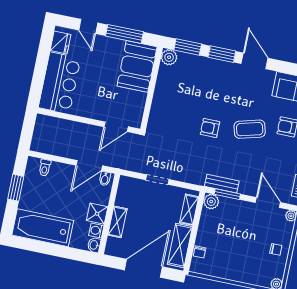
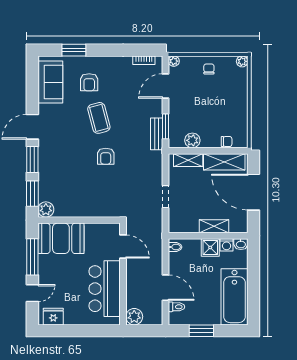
bar counter: (60, 83) -> (105, 289), moved, turned -90
plant: (44, 123) -> (134, 317), added
door: (89, 166) -> (166, 288), moved
plant: (211, 202) -> (192, 140), moved

